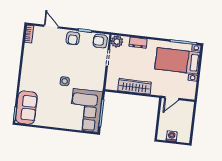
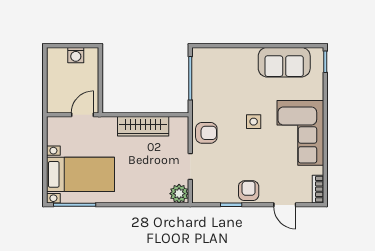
armchair: (100, 41) -> (206, 133), moved
dresser: (138, 43) -> (146, 195), removed
sofa: (26, 108) -> (284, 62), moved, turned -90
corner sofa: (86, 110) -> (300, 133), moved, turned 180

